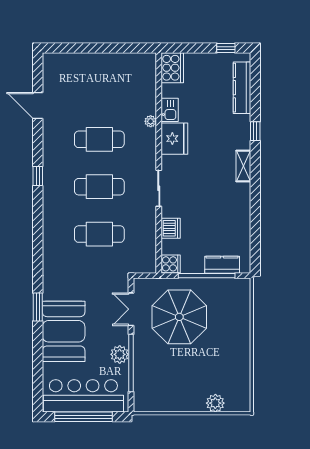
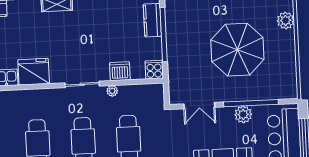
plant: (151, 121) -> (112, 91), moved
parasol: (179, 317) -> (237, 50), moved

